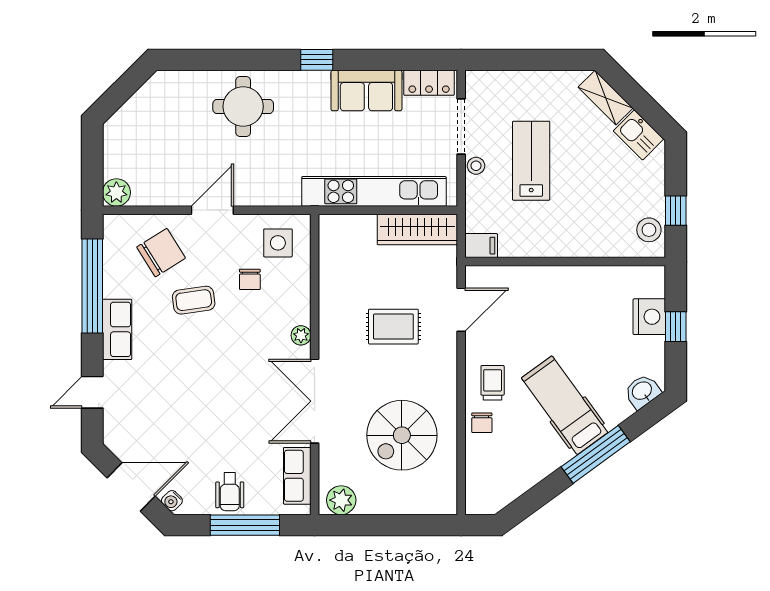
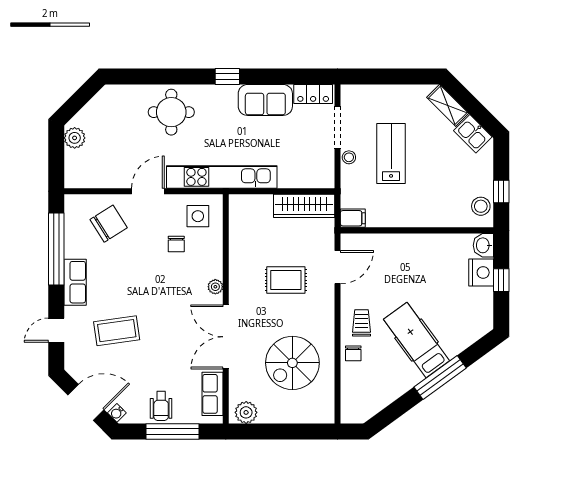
kitchen unit: (374, 191) -> (222, 177), moved
plant: (116, 192) -> (75, 138), moved
coffee table: (194, 300) -> (117, 331), moved, width x1.36, depth x1.30
washbasin: (642, 391) -> (483, 245), moved, turned -54

